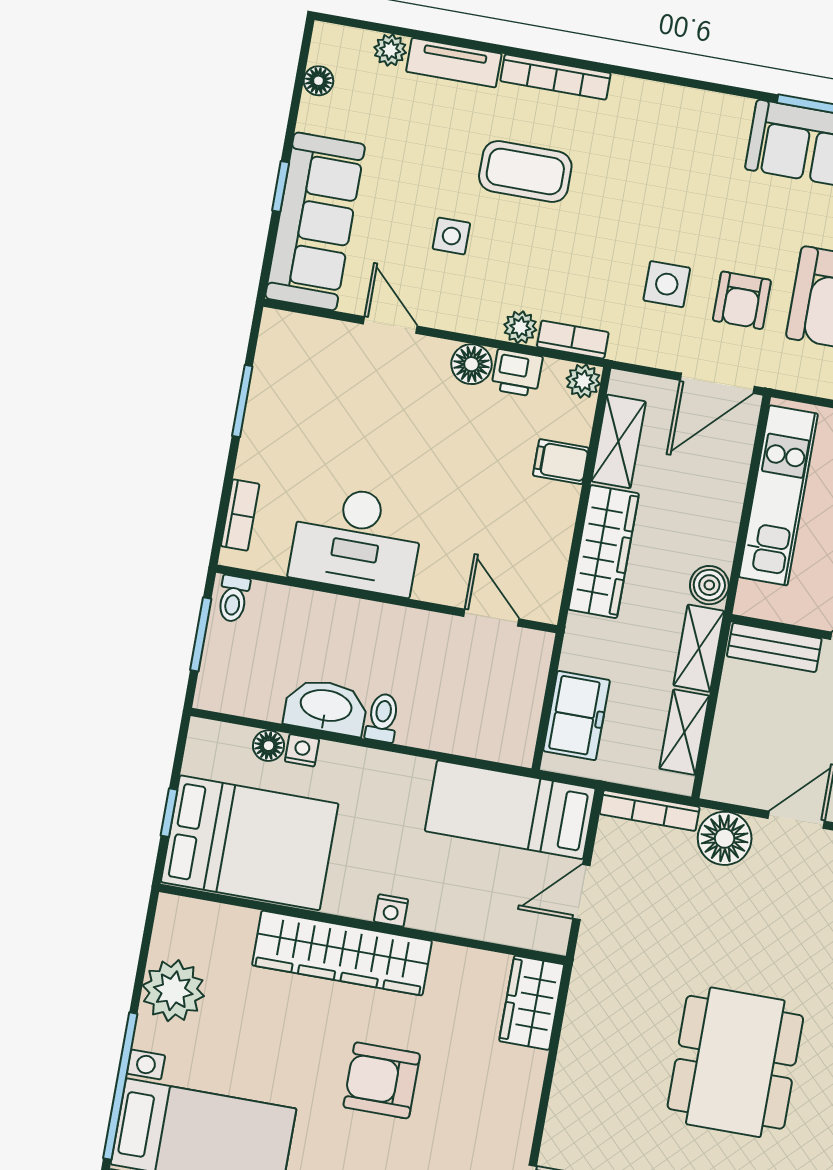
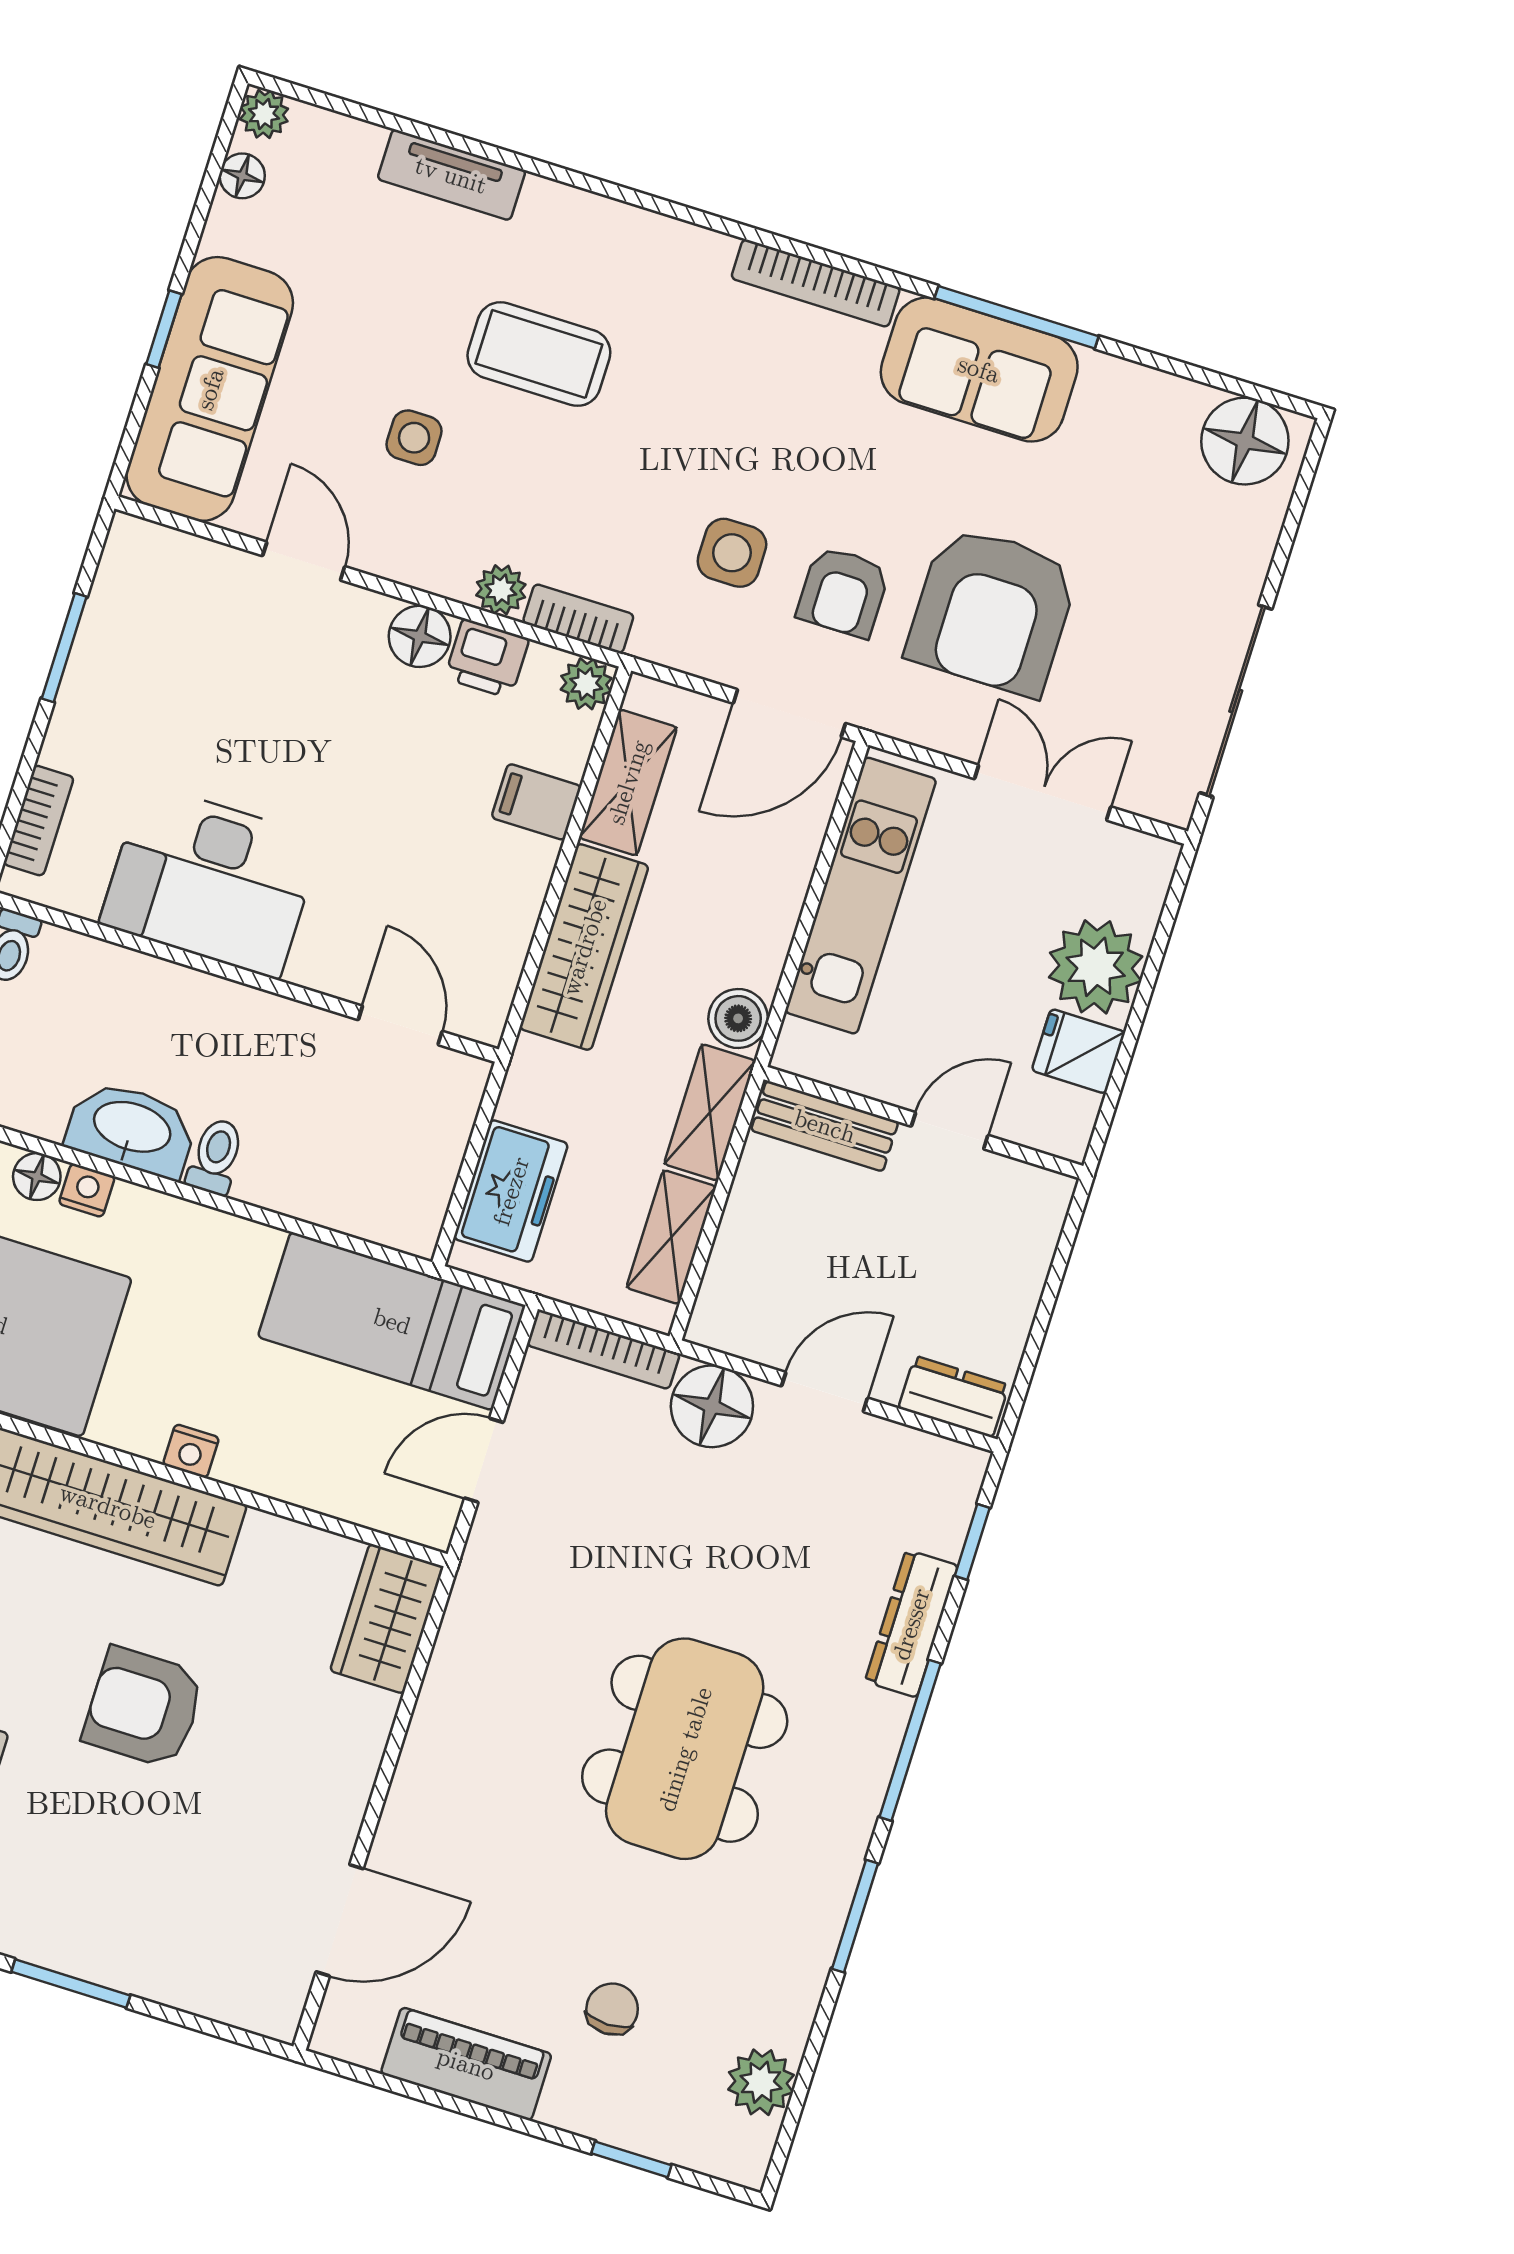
plant: (390, 50) -> (264, 114), moved
bookcase: (555, 77) -> (816, 283), moved

